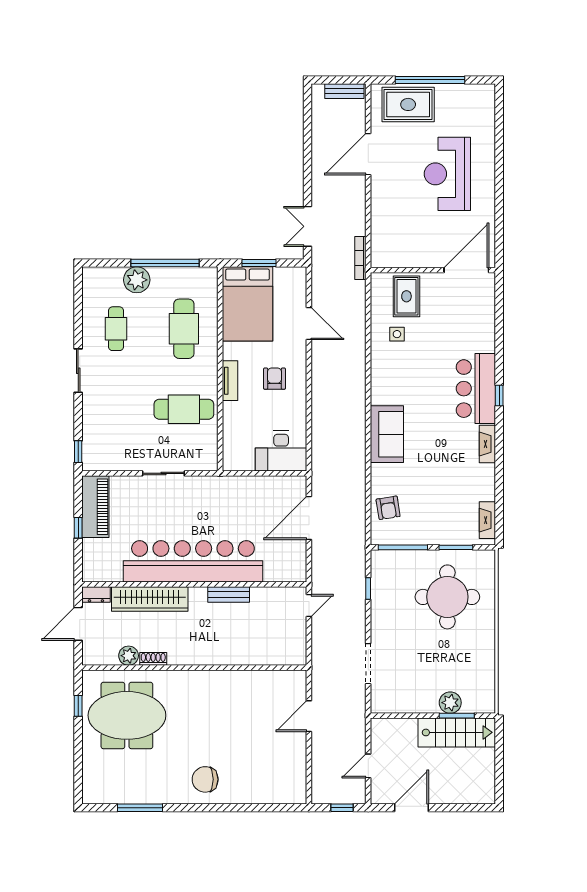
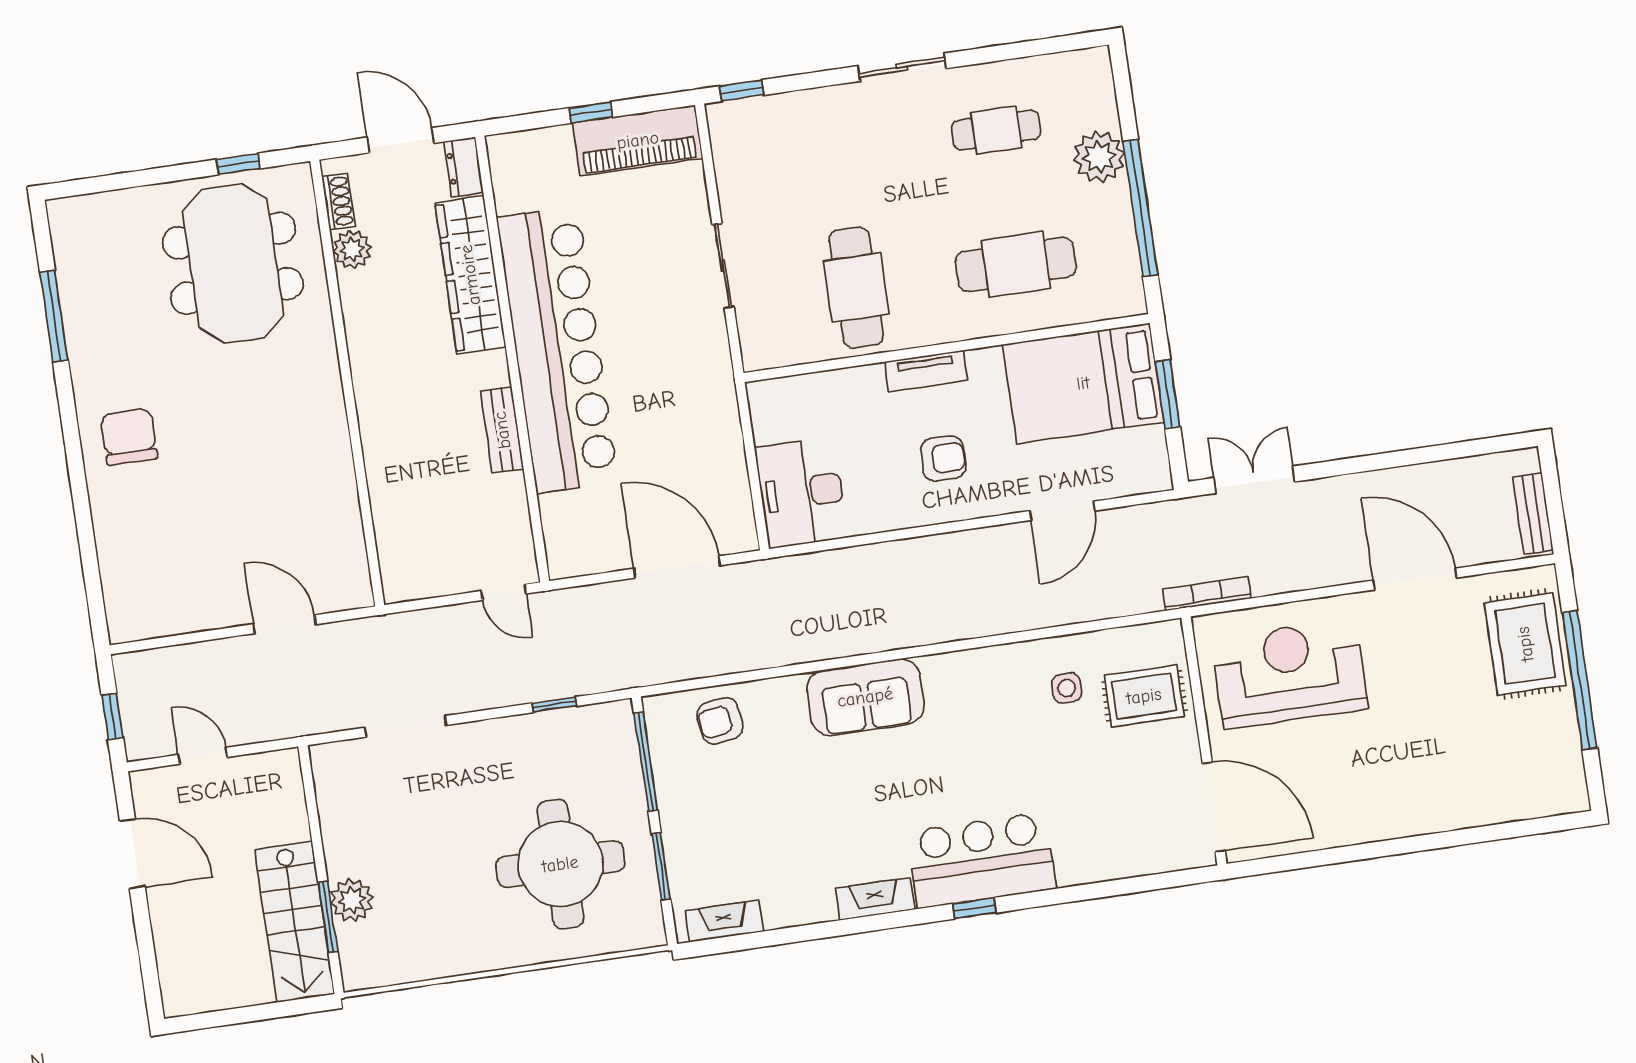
reception desk: (447, 174) -> (1289, 674), moved
shoe rack: (153, 659) -> (338, 201), moved

